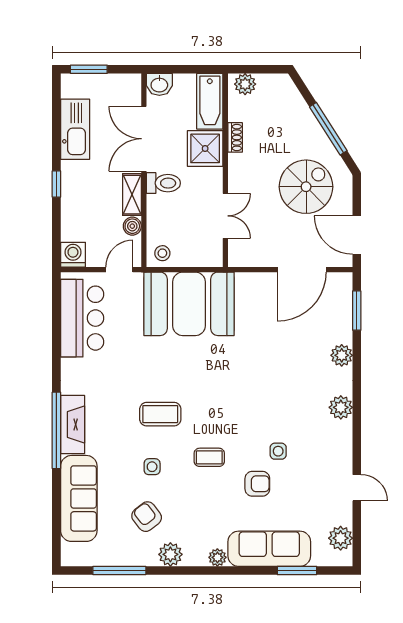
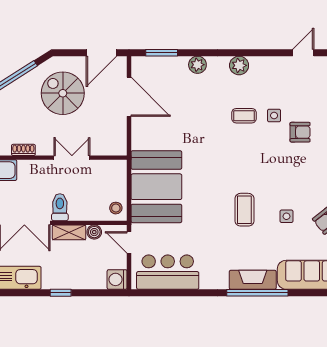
shower: (205, 148) -> (32, 174), removed
double door: (225, 216) -> (72, 158), moved
coffee table: (209, 457) -> (244, 116), moved, turned 90
armchair: (257, 484) -> (300, 132), turned 90

